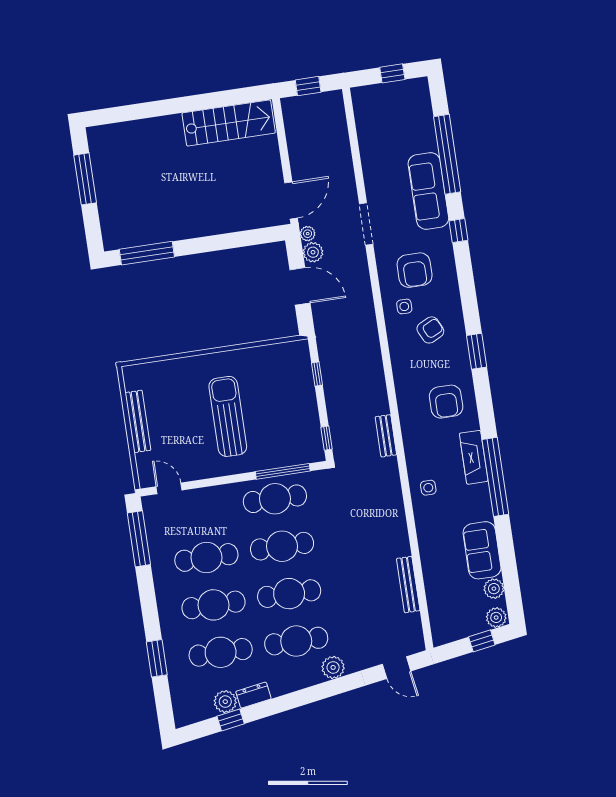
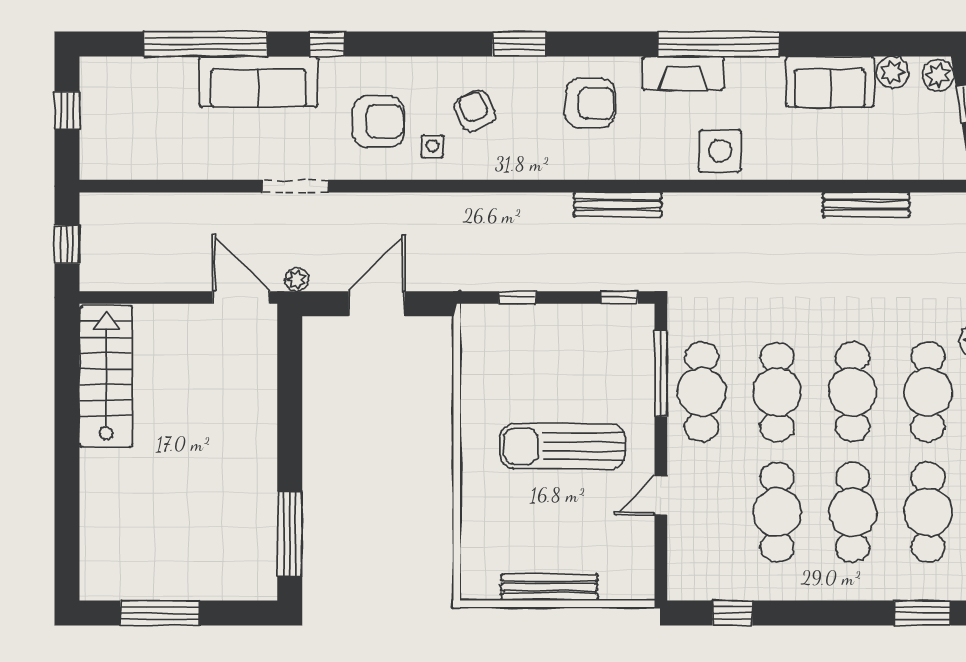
plant: (313, 252) -> (327, 275), removed
bench: (386, 436) -> (618, 205), width x1.36
door: (169, 488) -> (661, 495), moved
side table: (428, 488) -> (720, 151), width x1.87, depth x1.87
window: (139, 539) -> (732, 613), width x0.46

